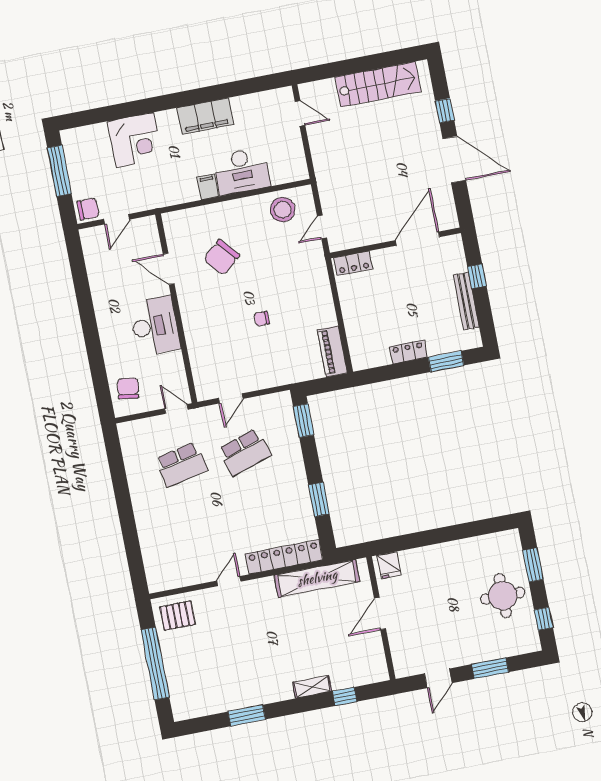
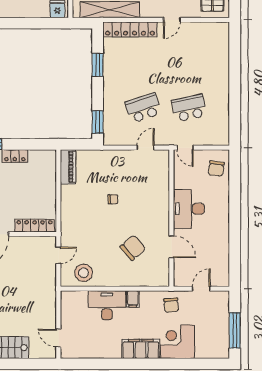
filing cabinet: (205, 116) -> (141, 349), moved
chair: (88, 209) -> (171, 305), moved, turned -95
locker: (353, 263) -> (35, 226), width x1.53

